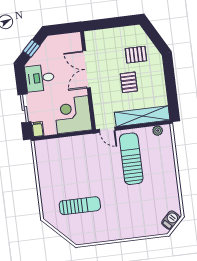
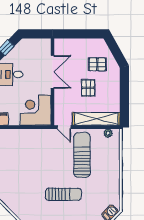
double door: (87, 69) -> (52, 72), swing flipped
sun lounger: (80, 206) -> (63, 194), moved

